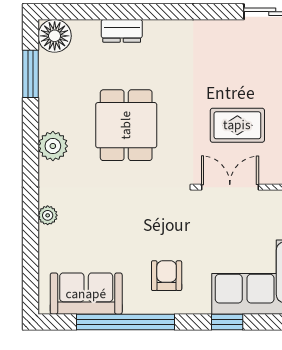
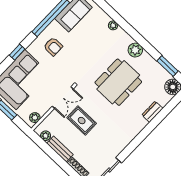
dining table: (126, 125) -> (118, 82), width x1.38
rug: (237, 125) -> (82, 121), turned 90

